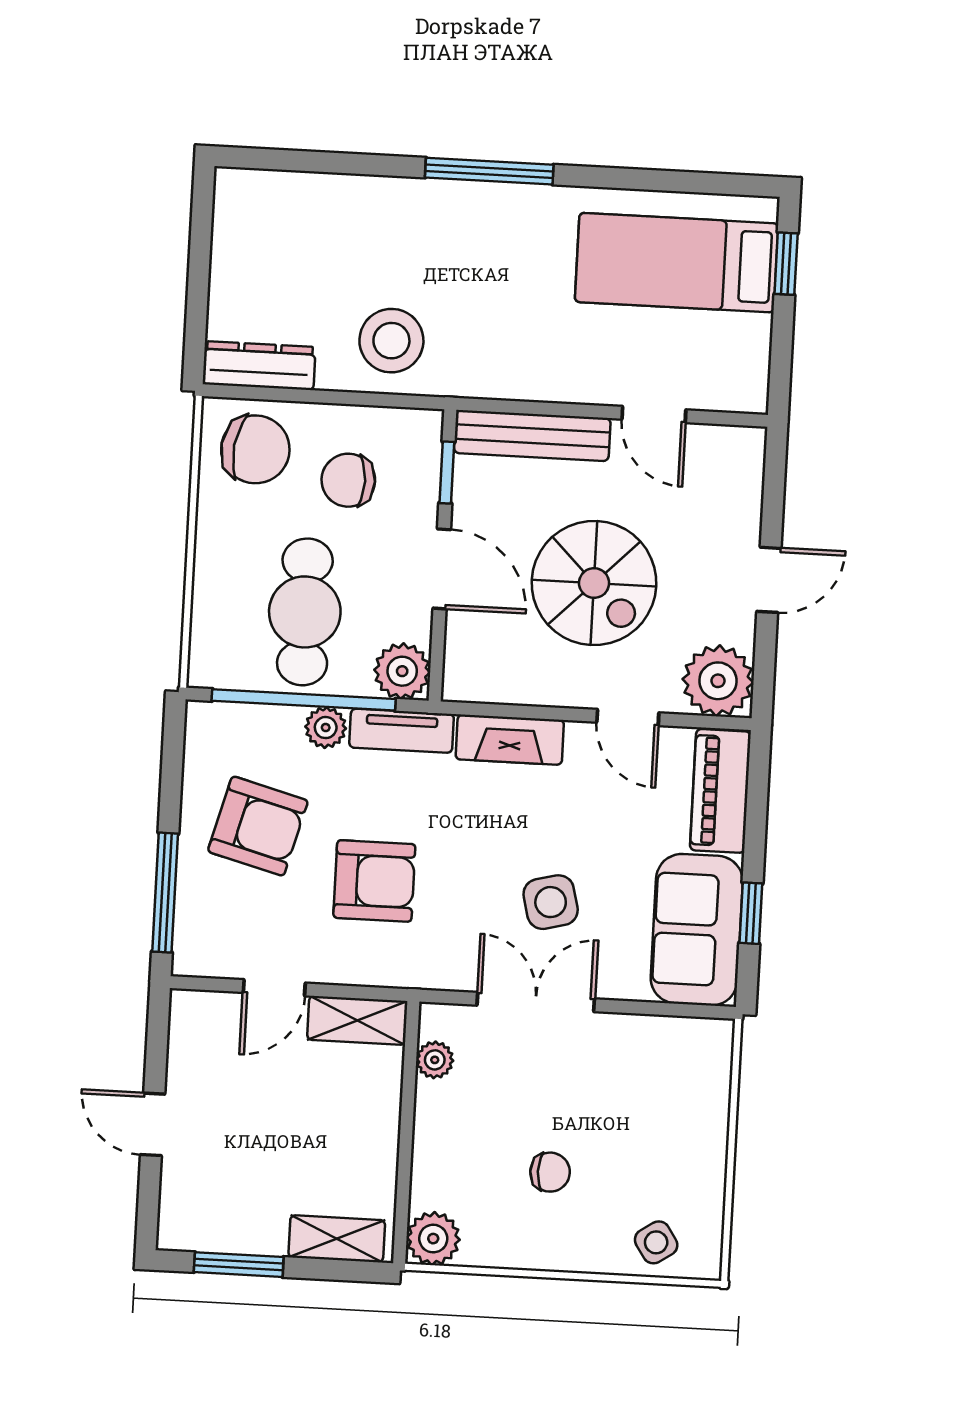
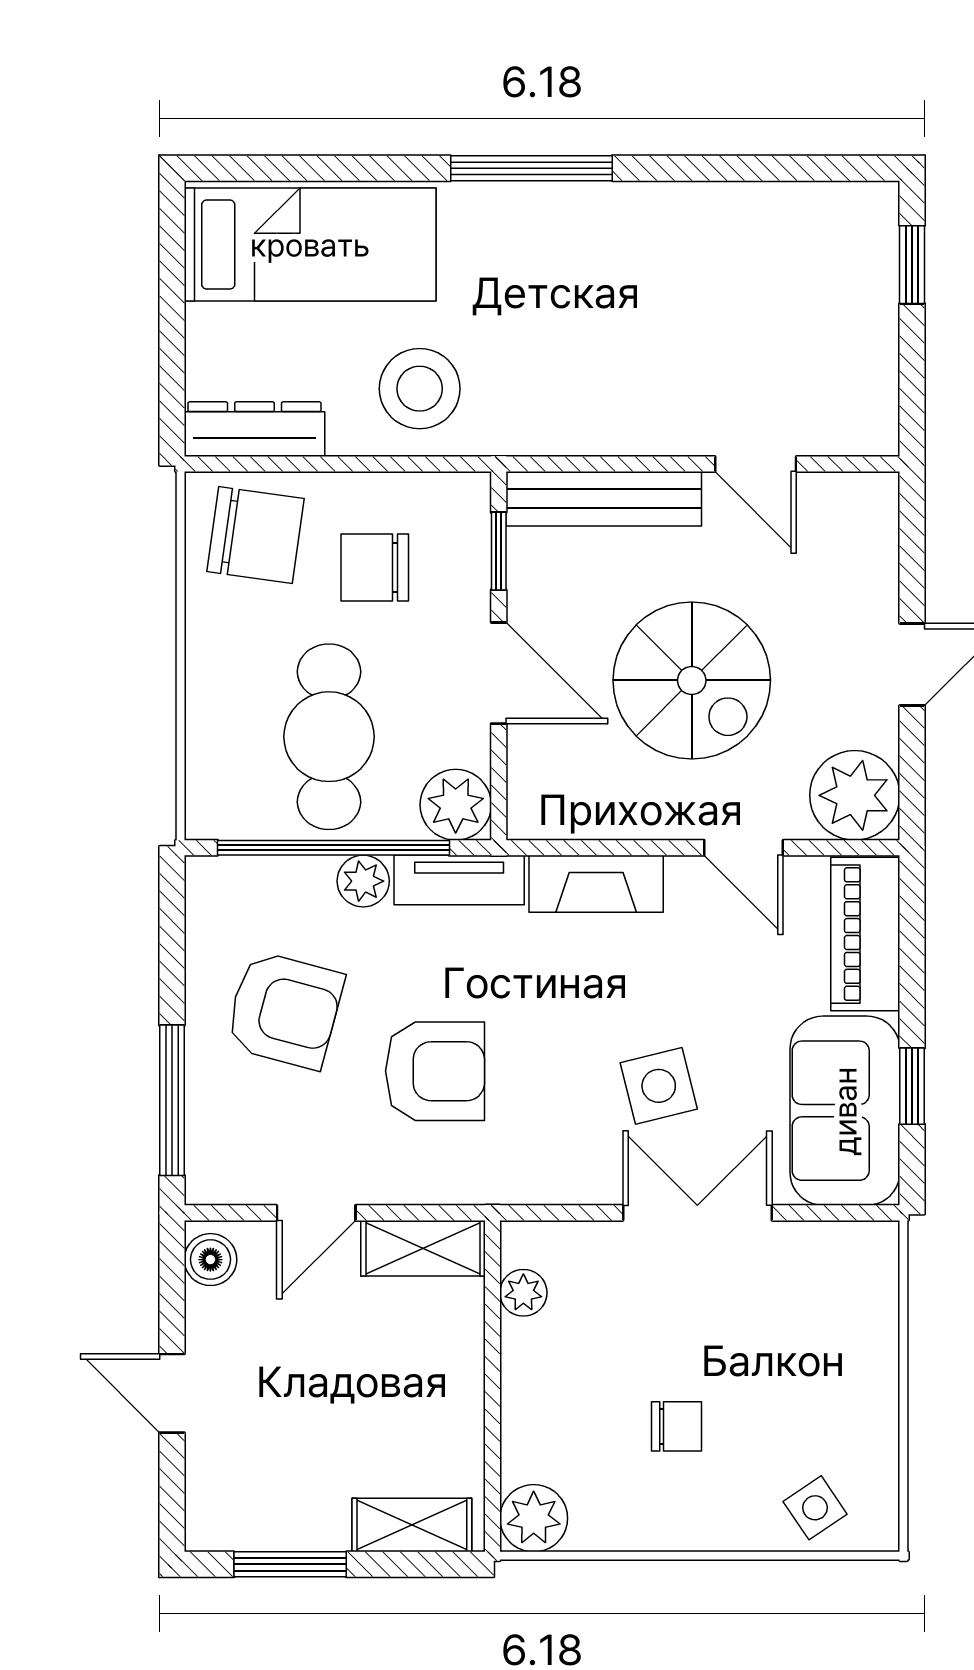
bed: (677, 263) -> (310, 245), moved, turned 180
double door: (536, 1002) -> (697, 1213), moved
boiler: (189, 1020) -> (210, 1260), added

